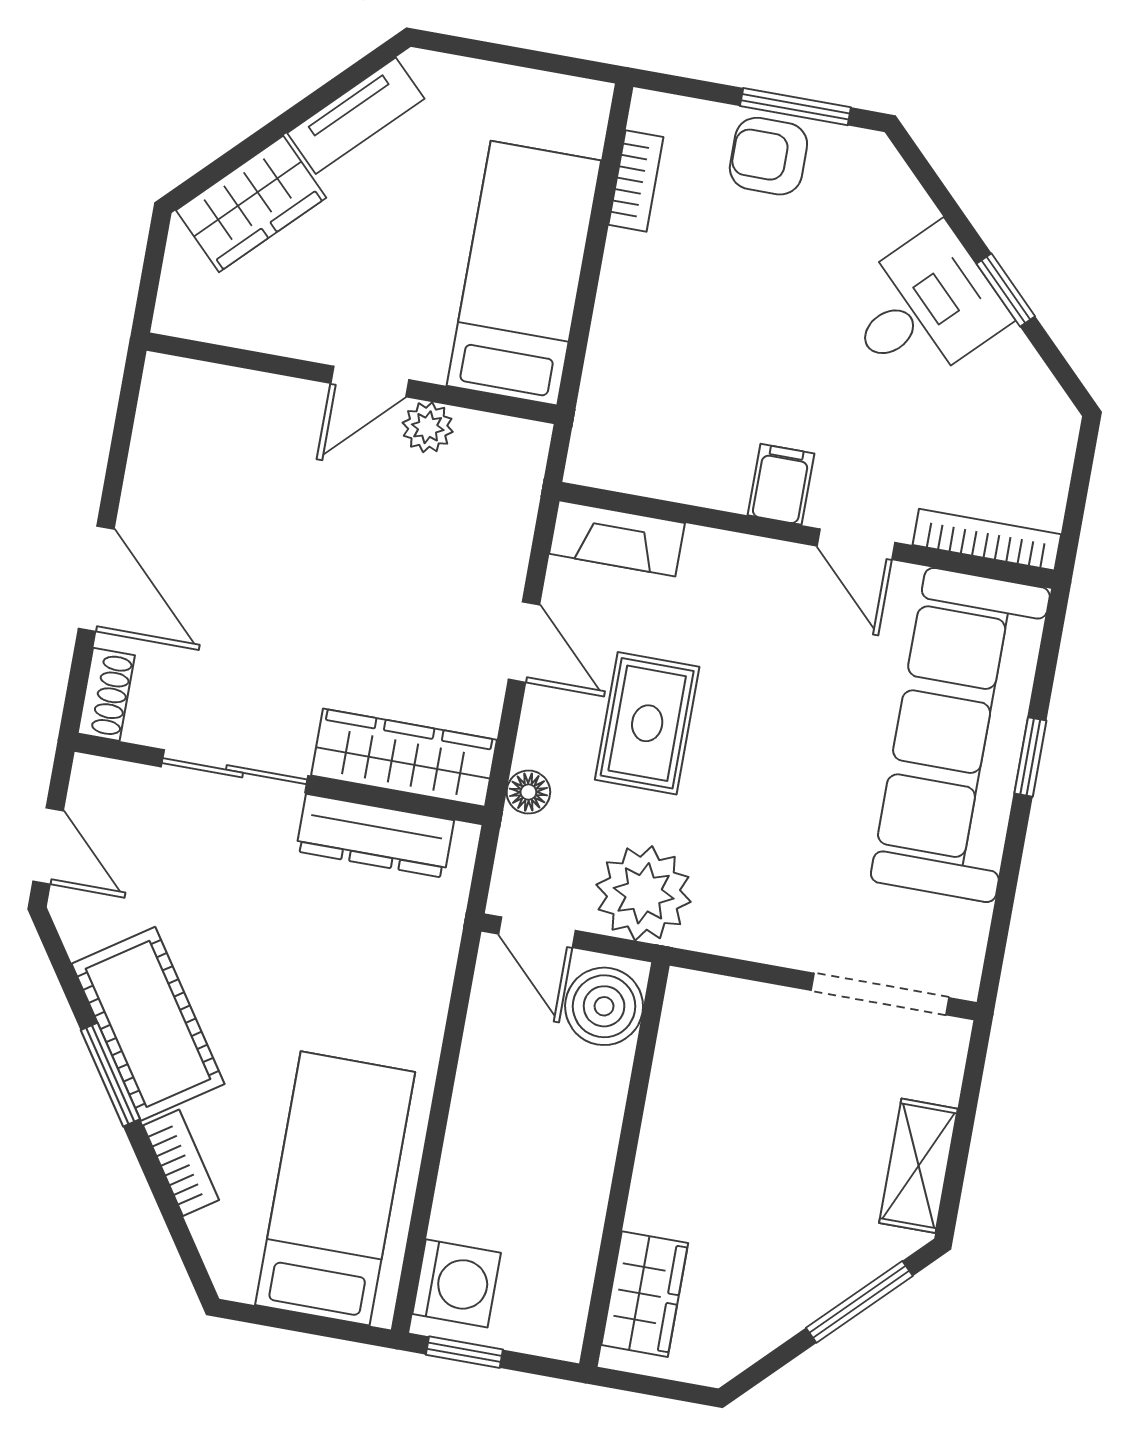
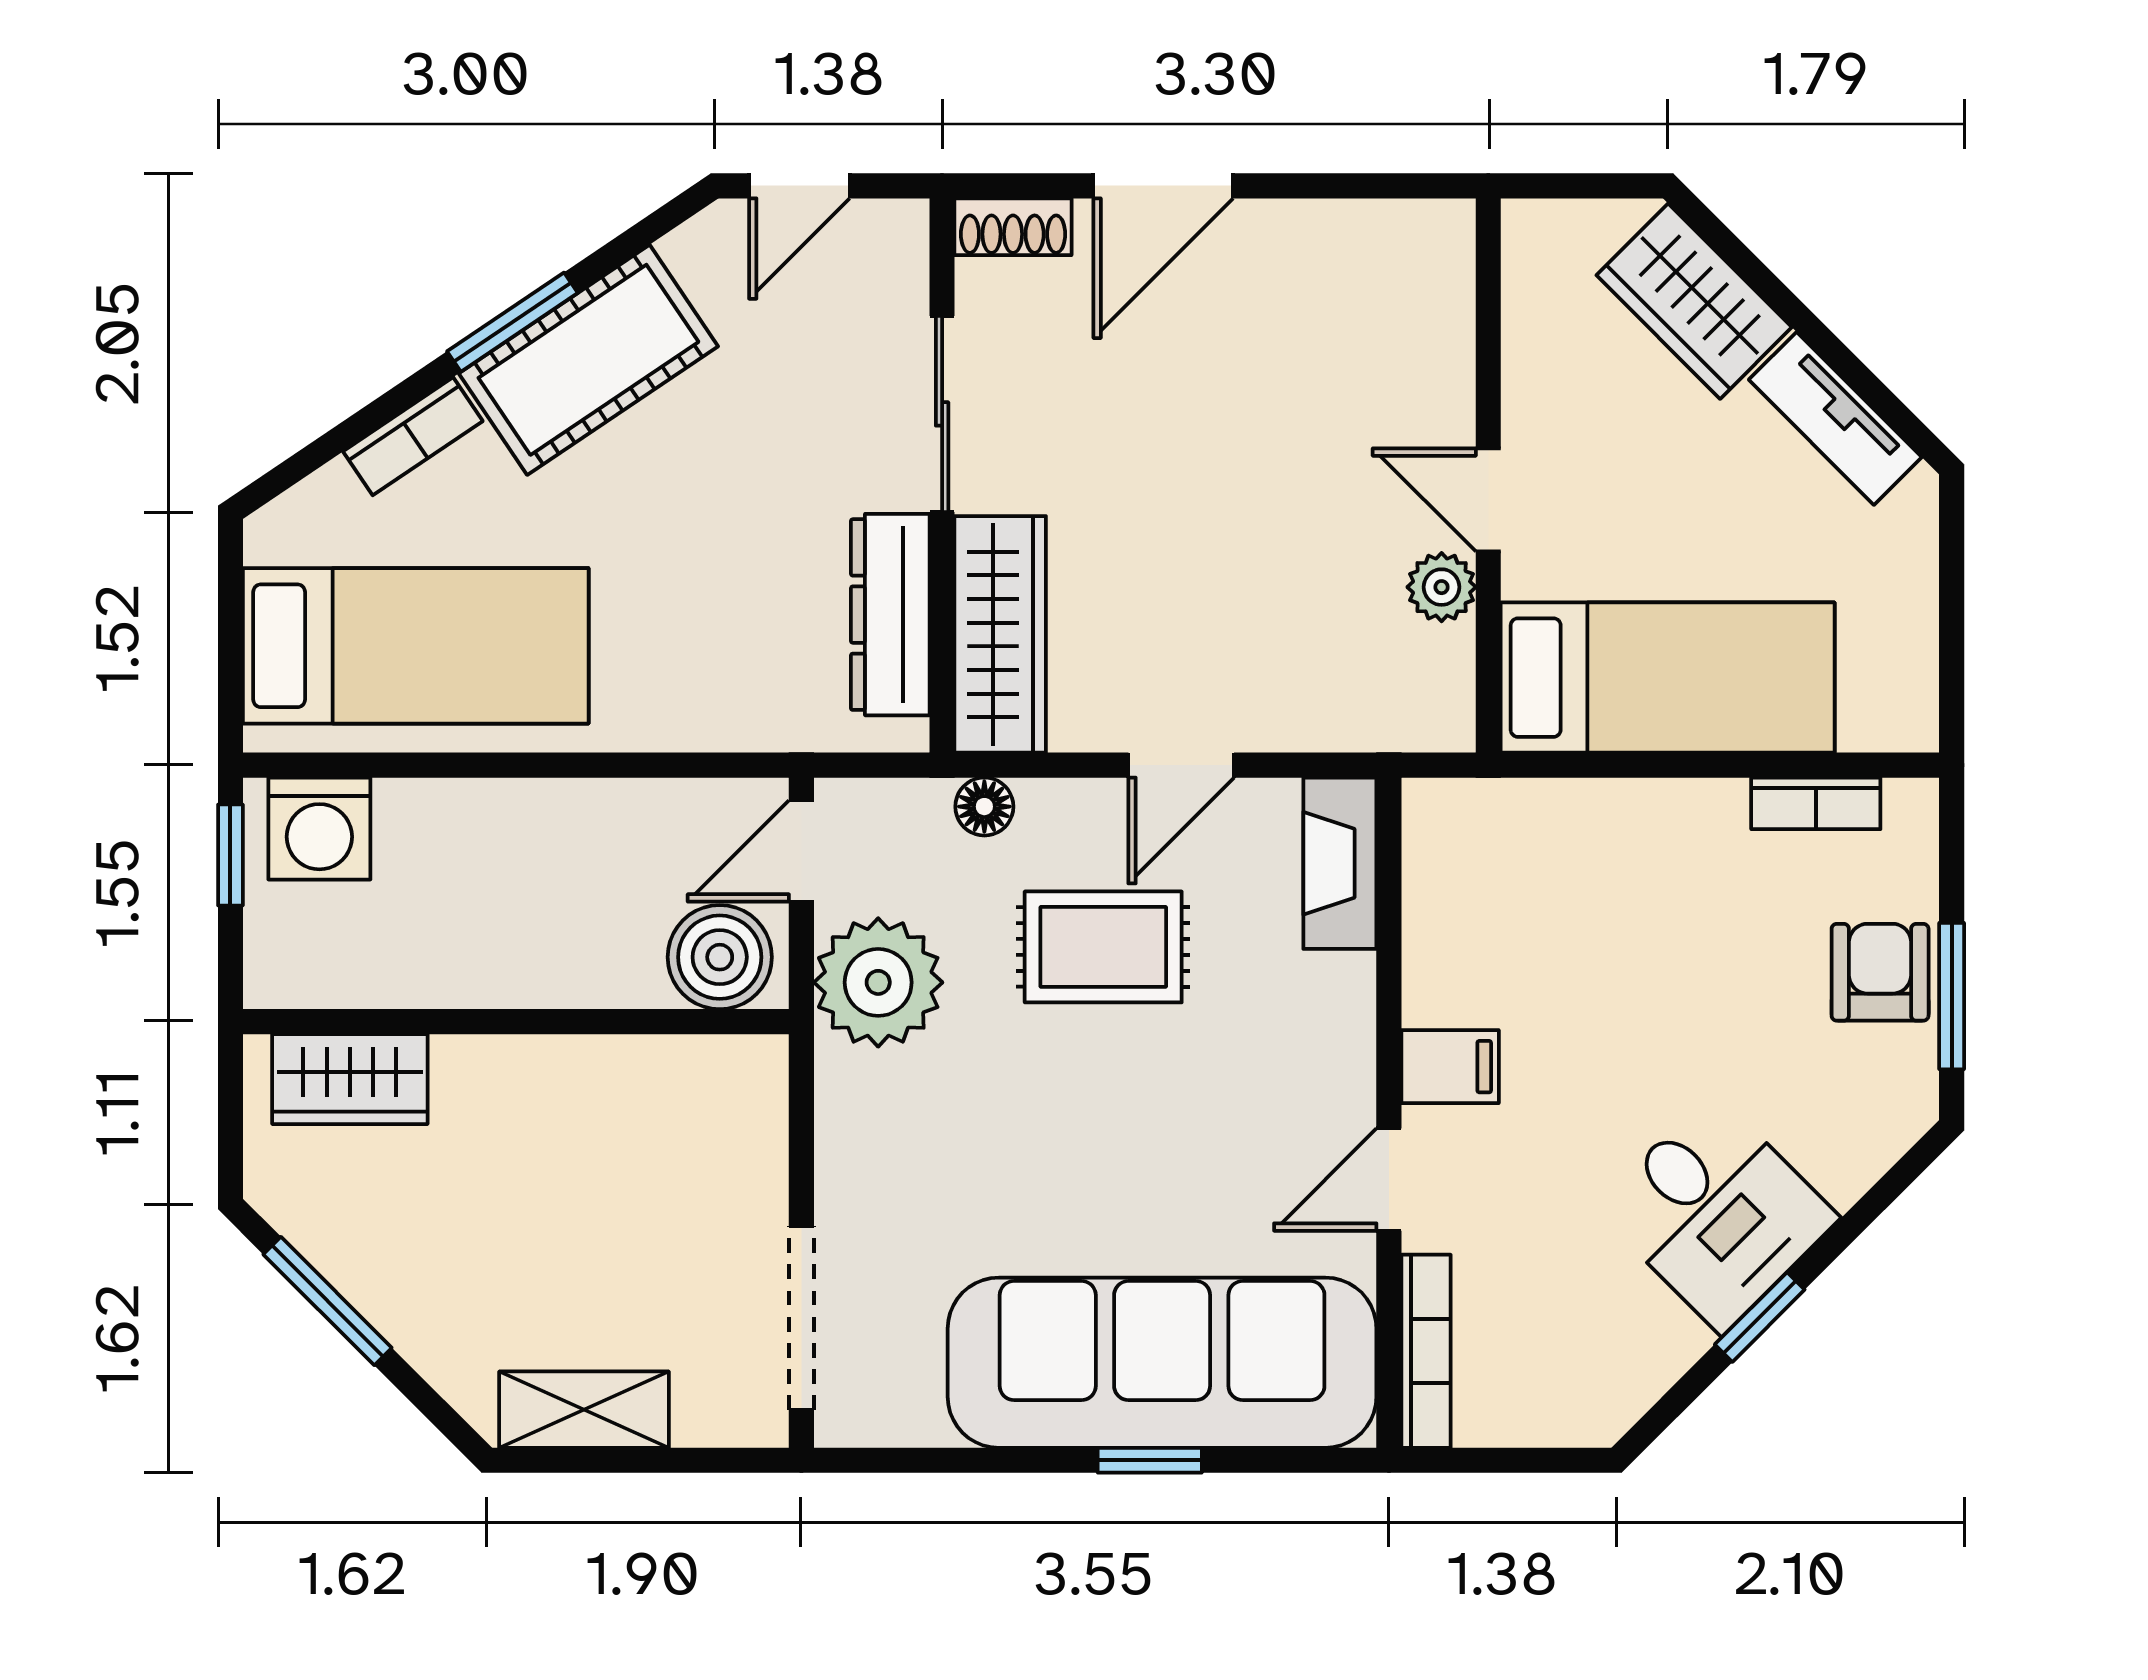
window: (859, 1302) -> (328, 1301), moved

